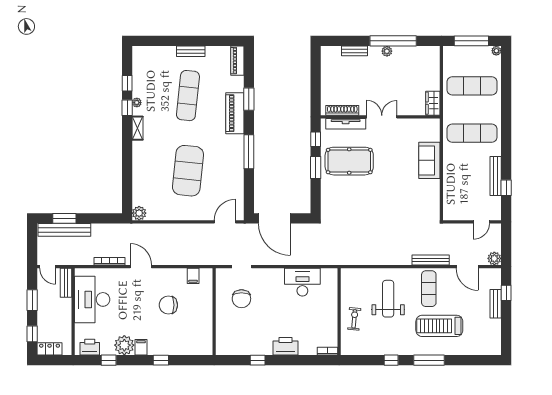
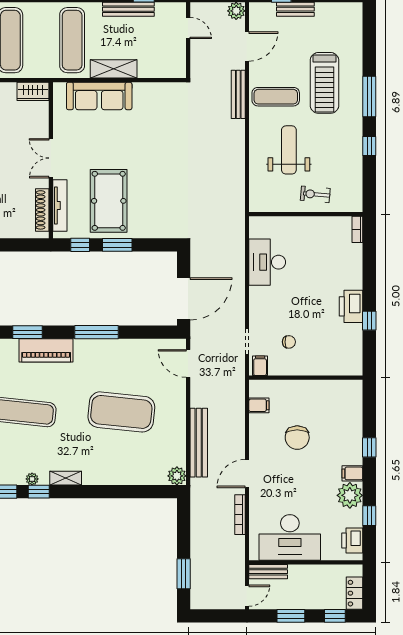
sofa: (429, 160) -> (99, 96), width x1.36
shelving: (450, 165) -> (114, 69), added
bench: (64, 230) -> (199, 443), moved
filing cabinet: (223, 277) -> (260, 366), added
chair: (241, 299) -> (289, 342), width x0.54, depth x0.54
weight bench: (388, 299) -> (289, 150), turned 90
printer: (285, 346) -> (351, 306), moved

